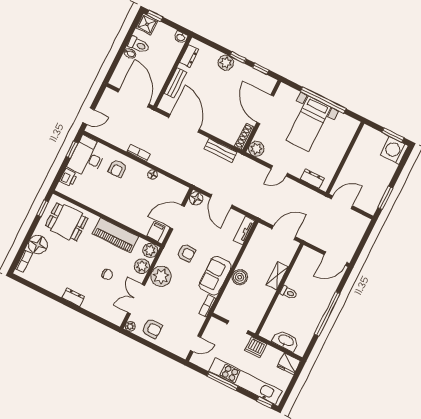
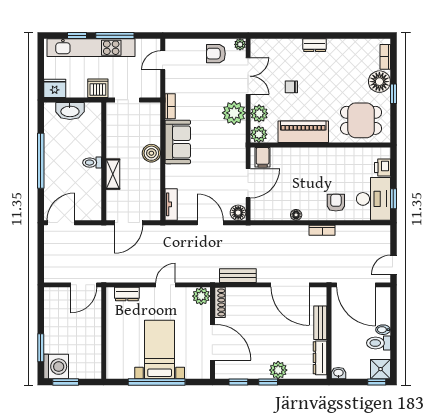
dresser: (189, 56) -> (320, 358), width x1.44
door: (89, 116) -> (393, 265), moved
window: (385, 198) -> (41, 348), moved
window: (43, 208) -> (393, 94), moved
armchair: (186, 253) -> (220, 151), removed
window: (265, 402) -> (77, 35), moved

